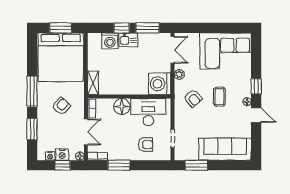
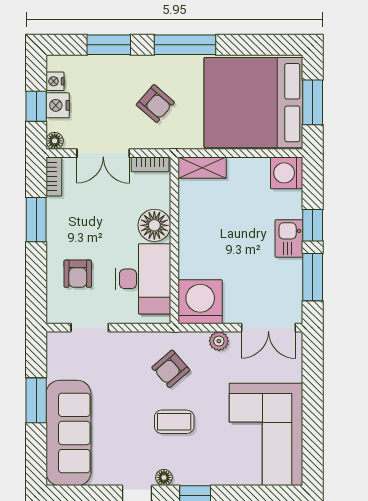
washing machine: (110, 41) -> (287, 173), moved
window: (196, 165) -> (36, 400), moved

